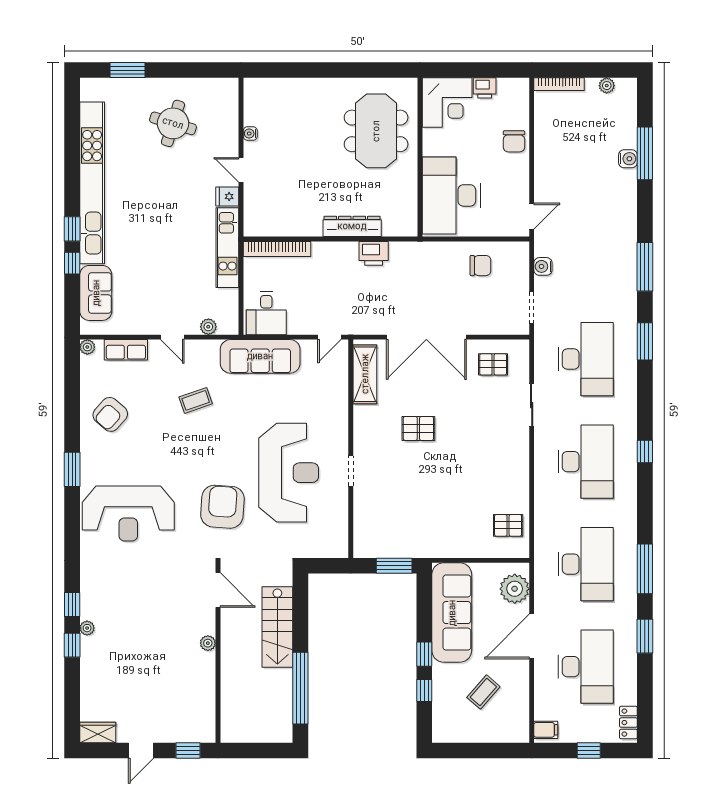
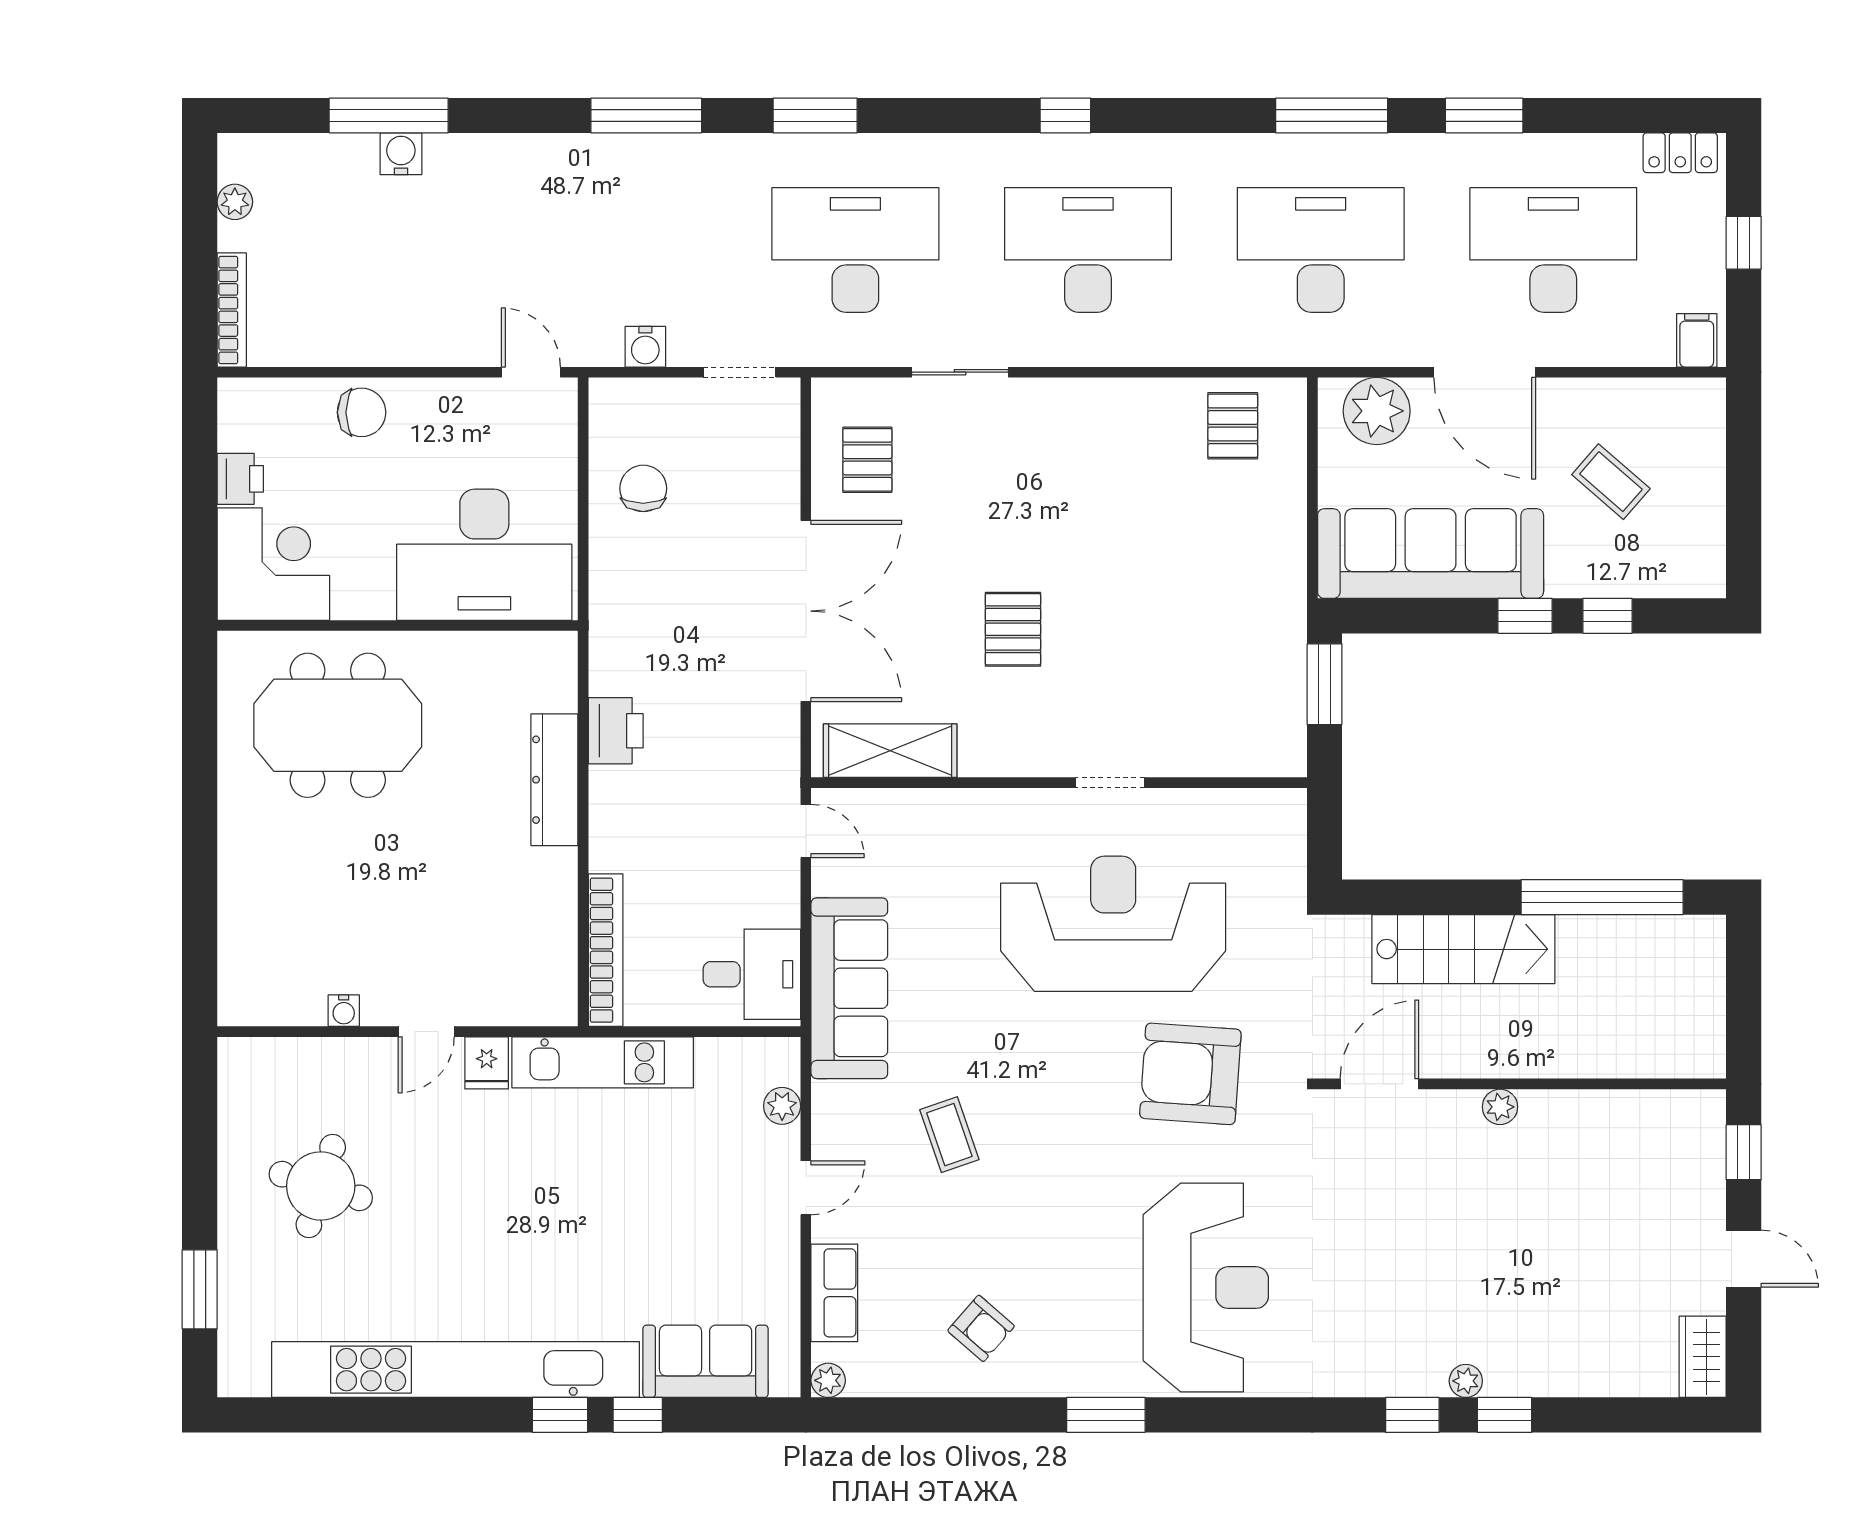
armchair: (110, 414) -> (981, 1328), width x0.72, depth x0.72

